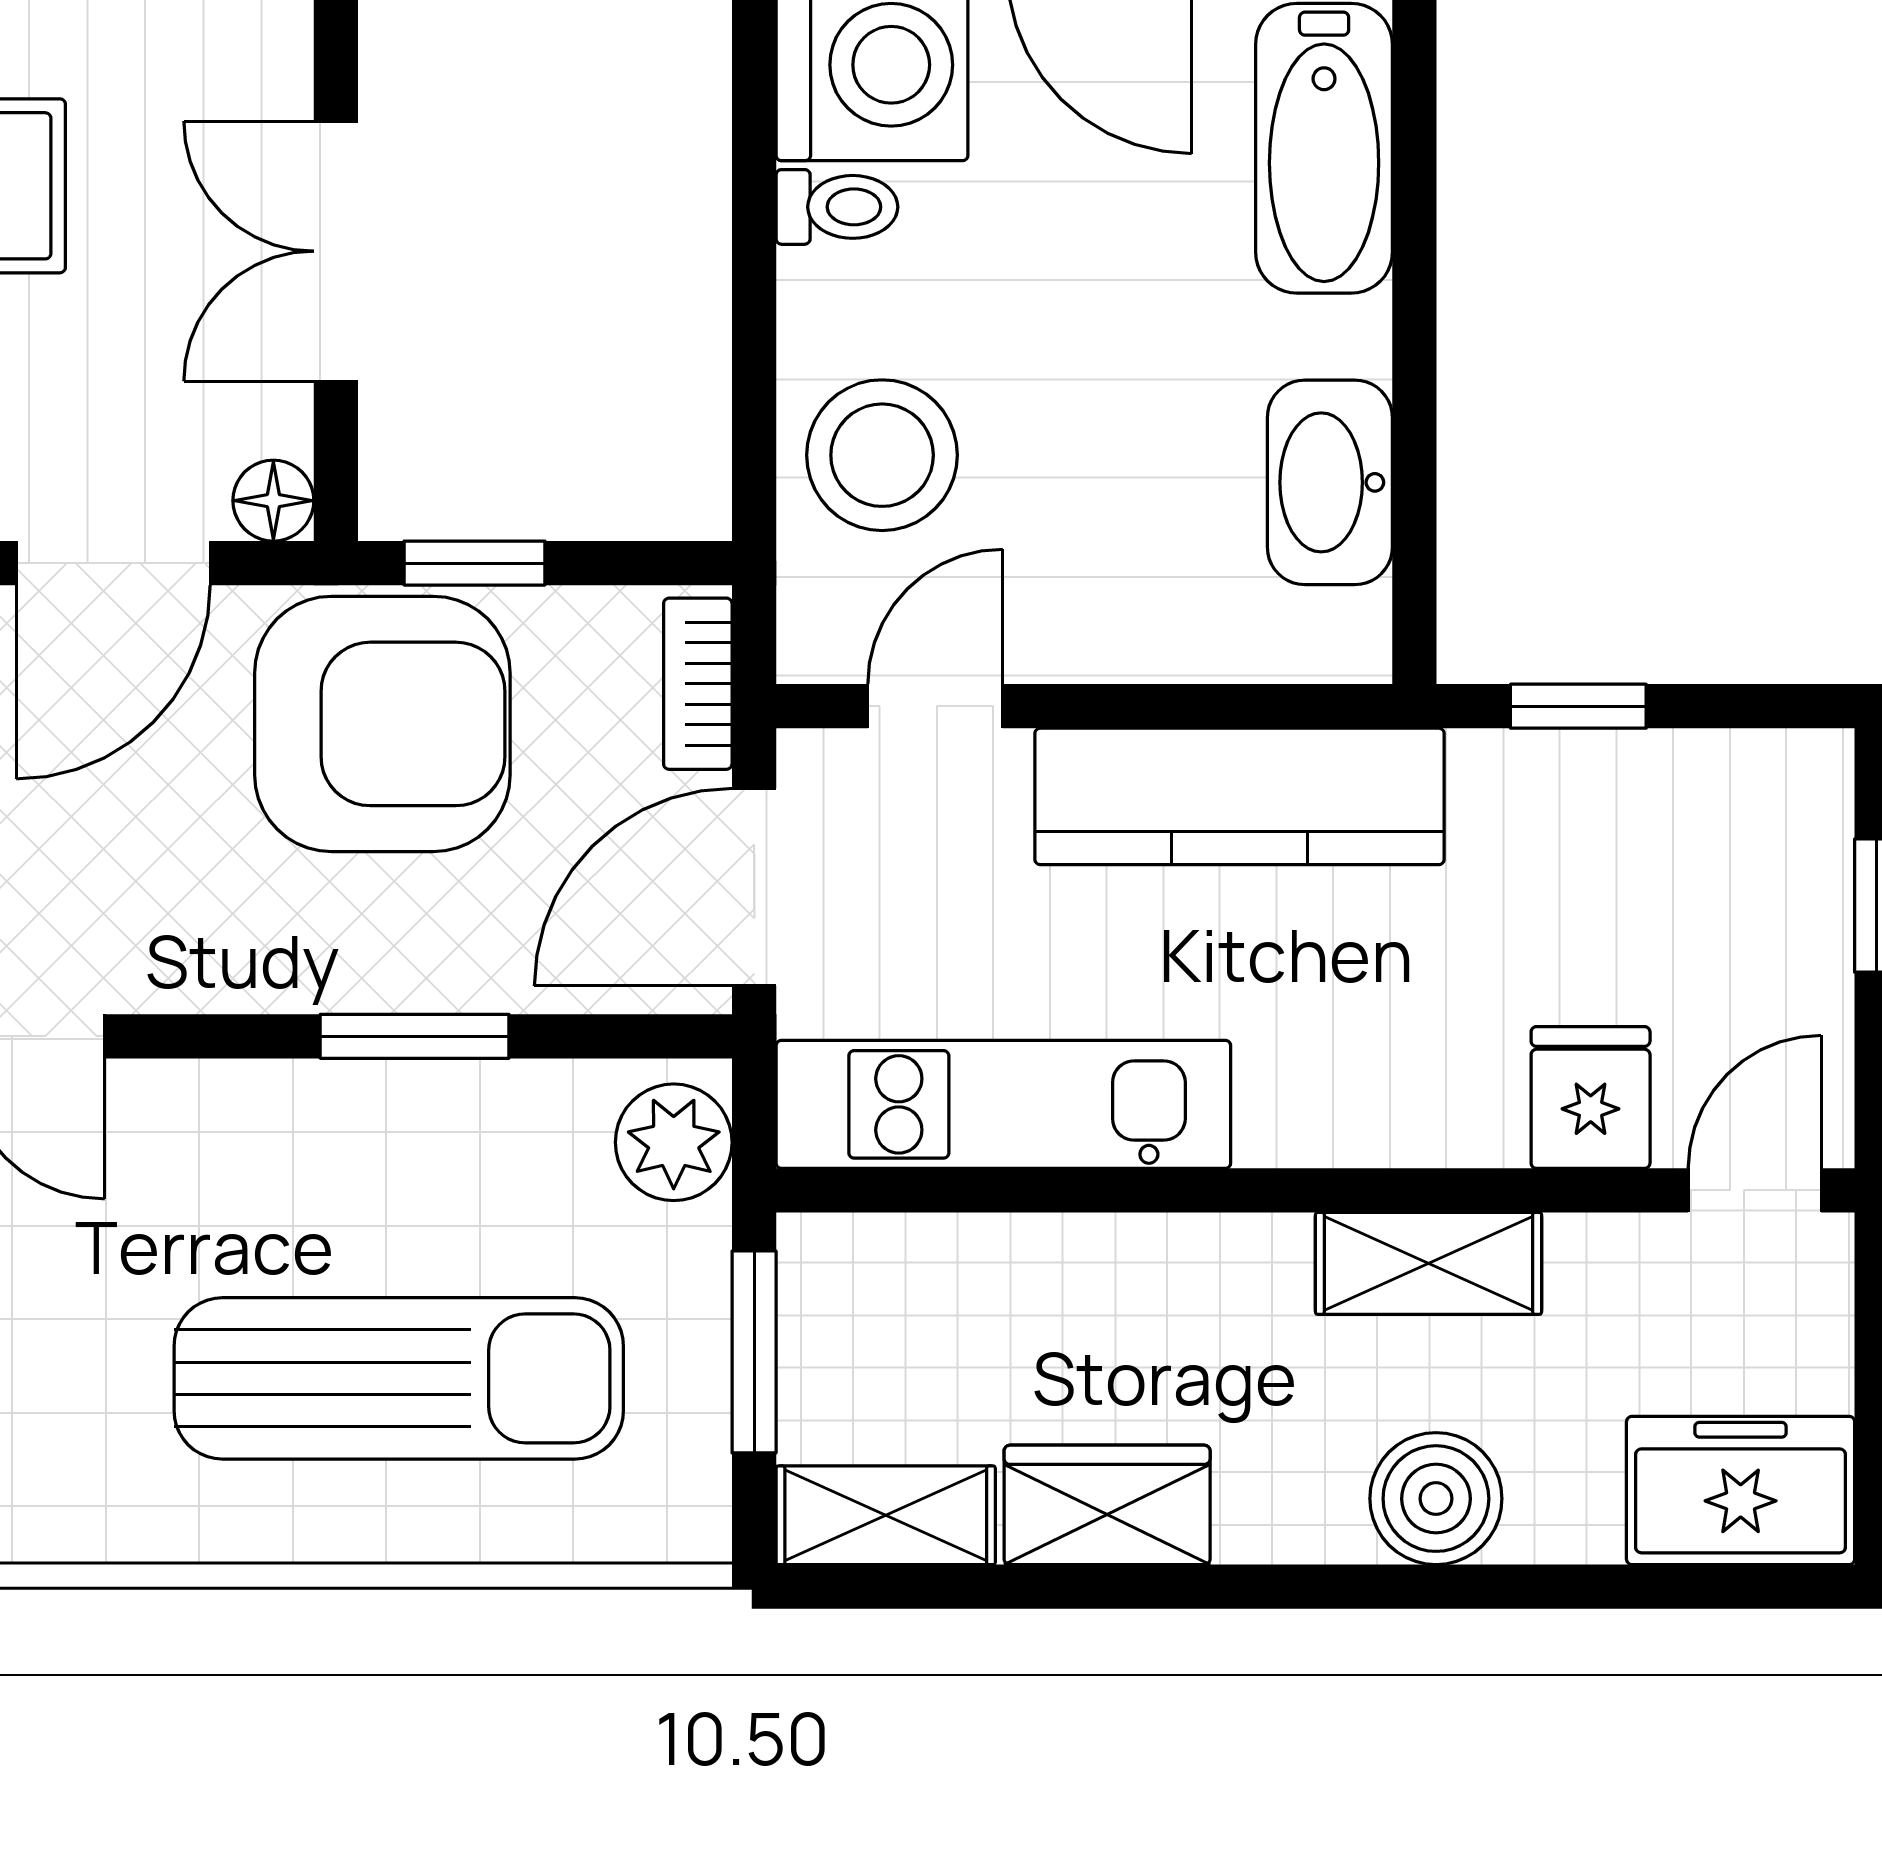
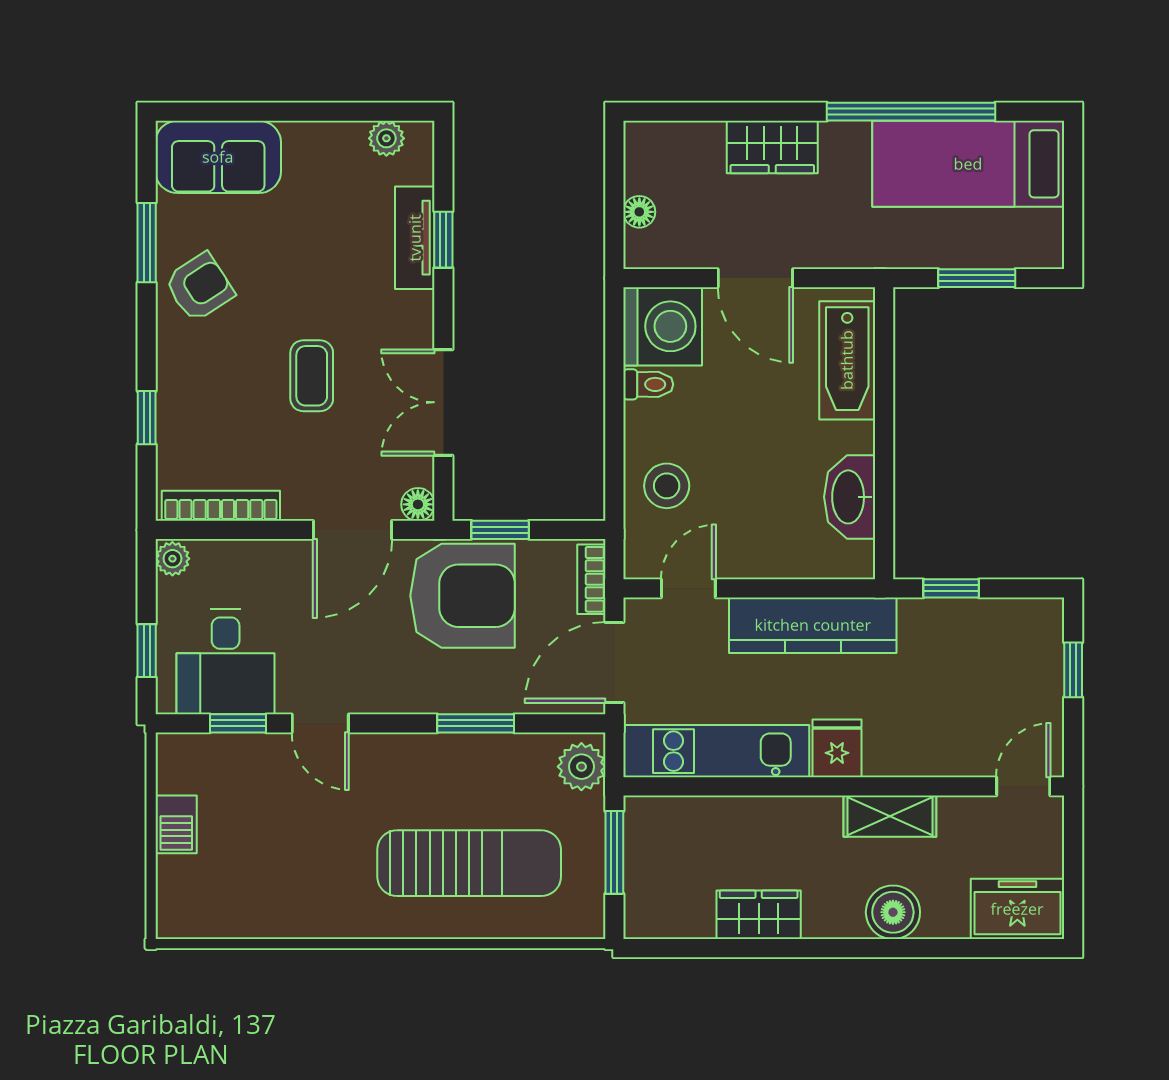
stool: (882, 455) -> (667, 486), width x0.73, depth x0.73
fridge: (1591, 1097) -> (837, 748), moved
shelving: (886, 1515) -> (668, 919), removed

